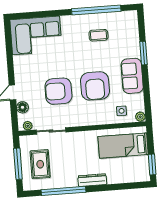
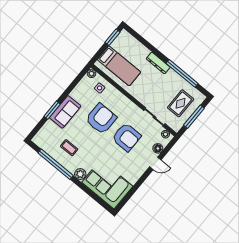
plant: (67, 22) -> (80, 174), added
sofa: (132, 76) -> (65, 112), moved

